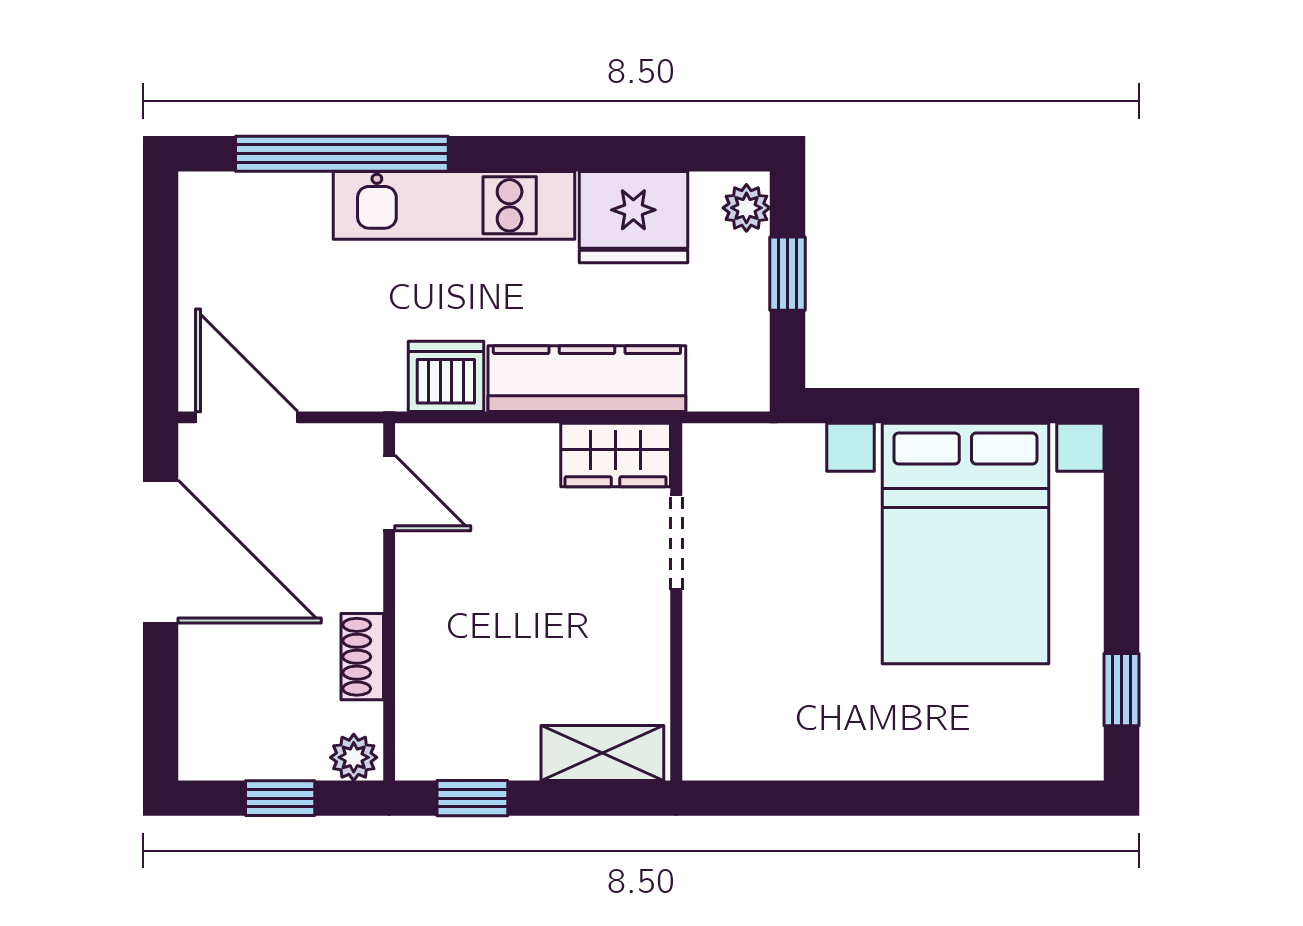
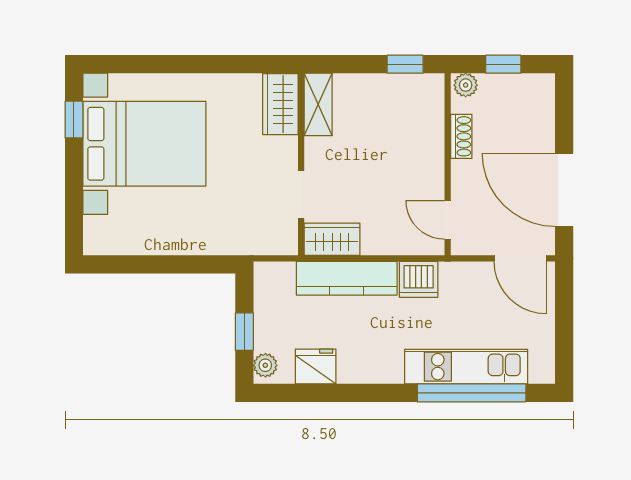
kitchen unit: (454, 205) -> (466, 367), moved
fridge: (633, 217) -> (316, 367), width x0.73, depth x0.75
bed with nightstands: (965, 544) -> (144, 144), moved, turned 90
wardrobe: (717, 720) -> (280, 104), added
shelving: (602, 753) -> (318, 104), moved, turned 90

